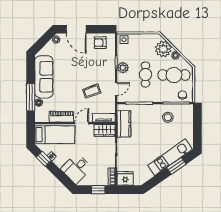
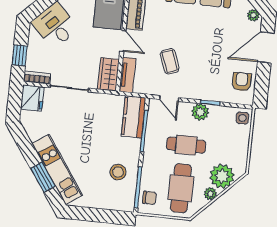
kitchen counter: (124, 124) -> (134, 117), moved, turned 90

